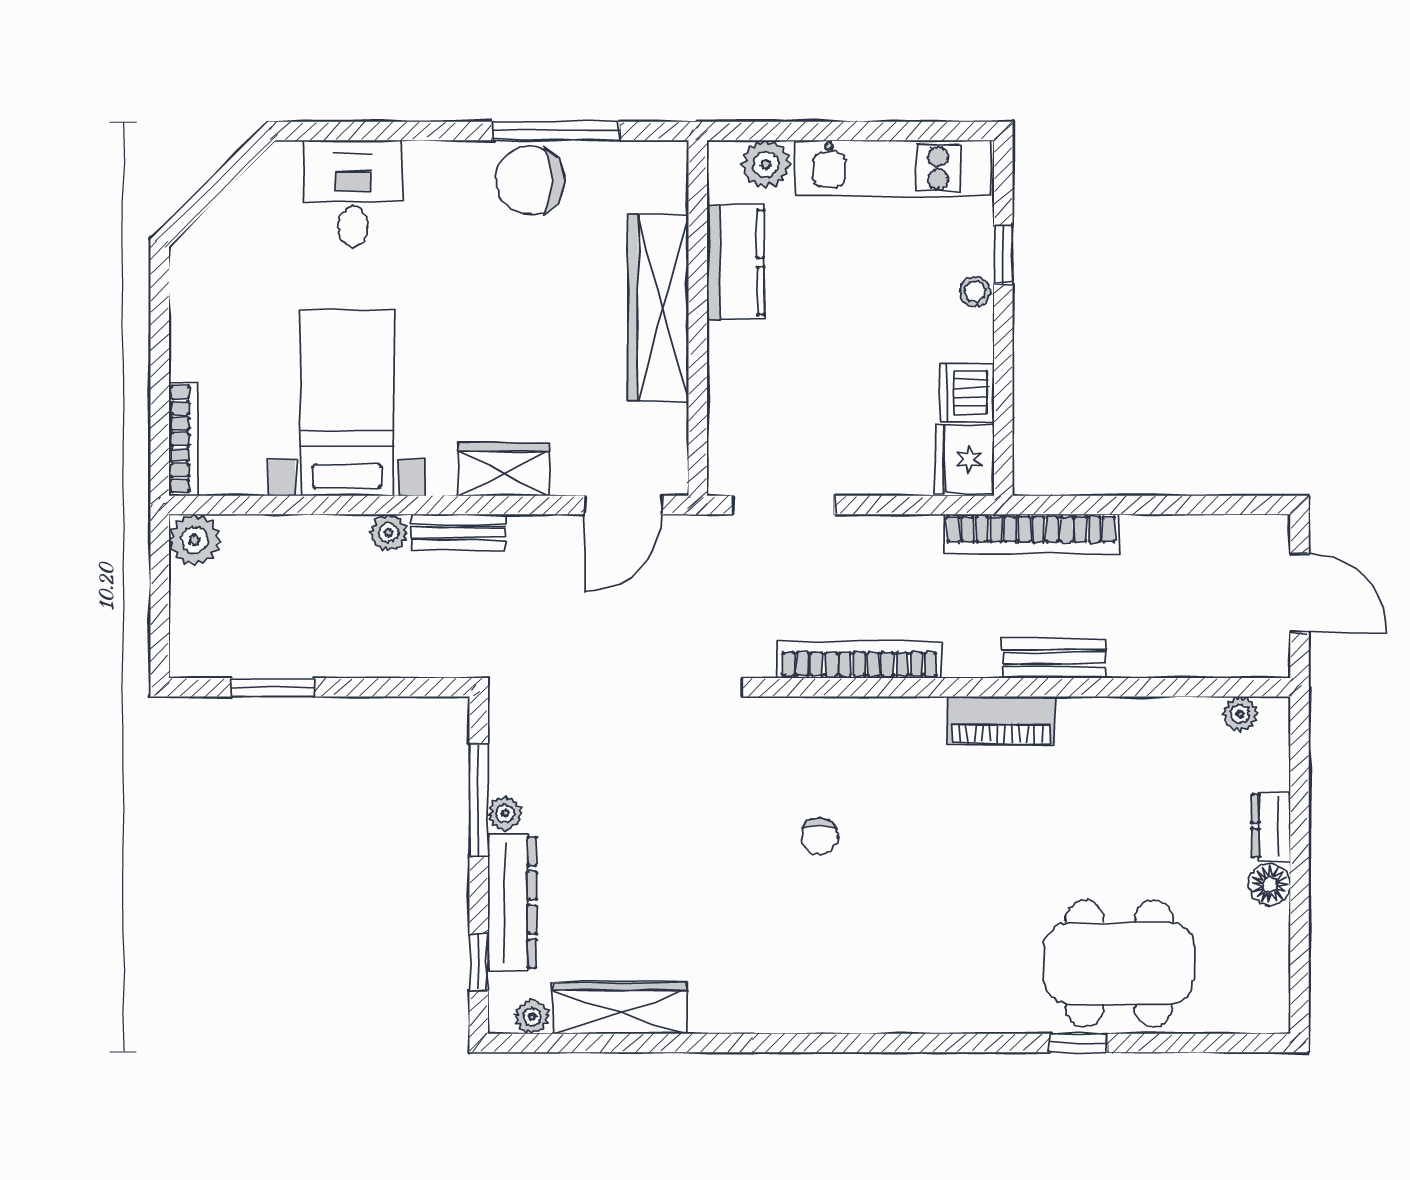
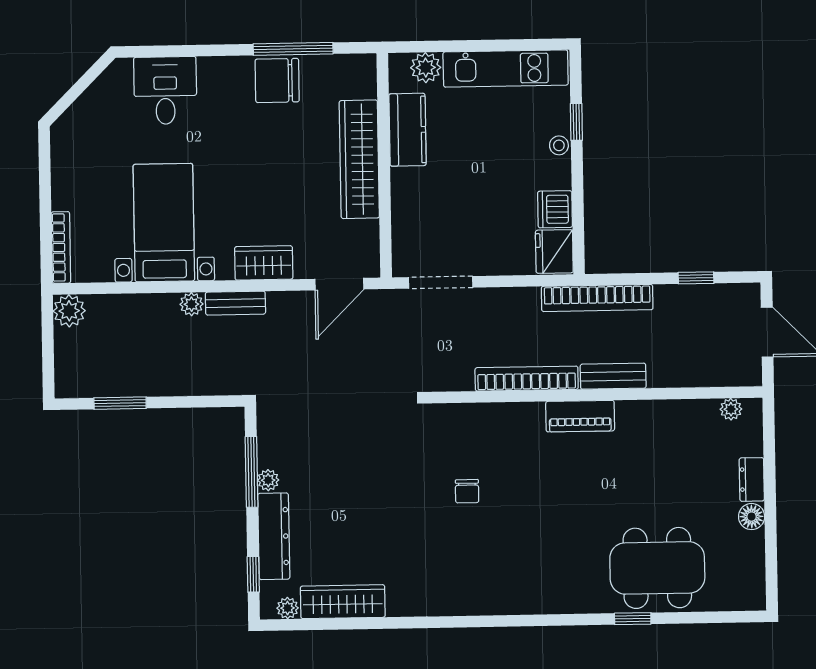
window: (1188, 505) -> (696, 278), added
bookcase: (859, 660) -> (527, 379), moved

